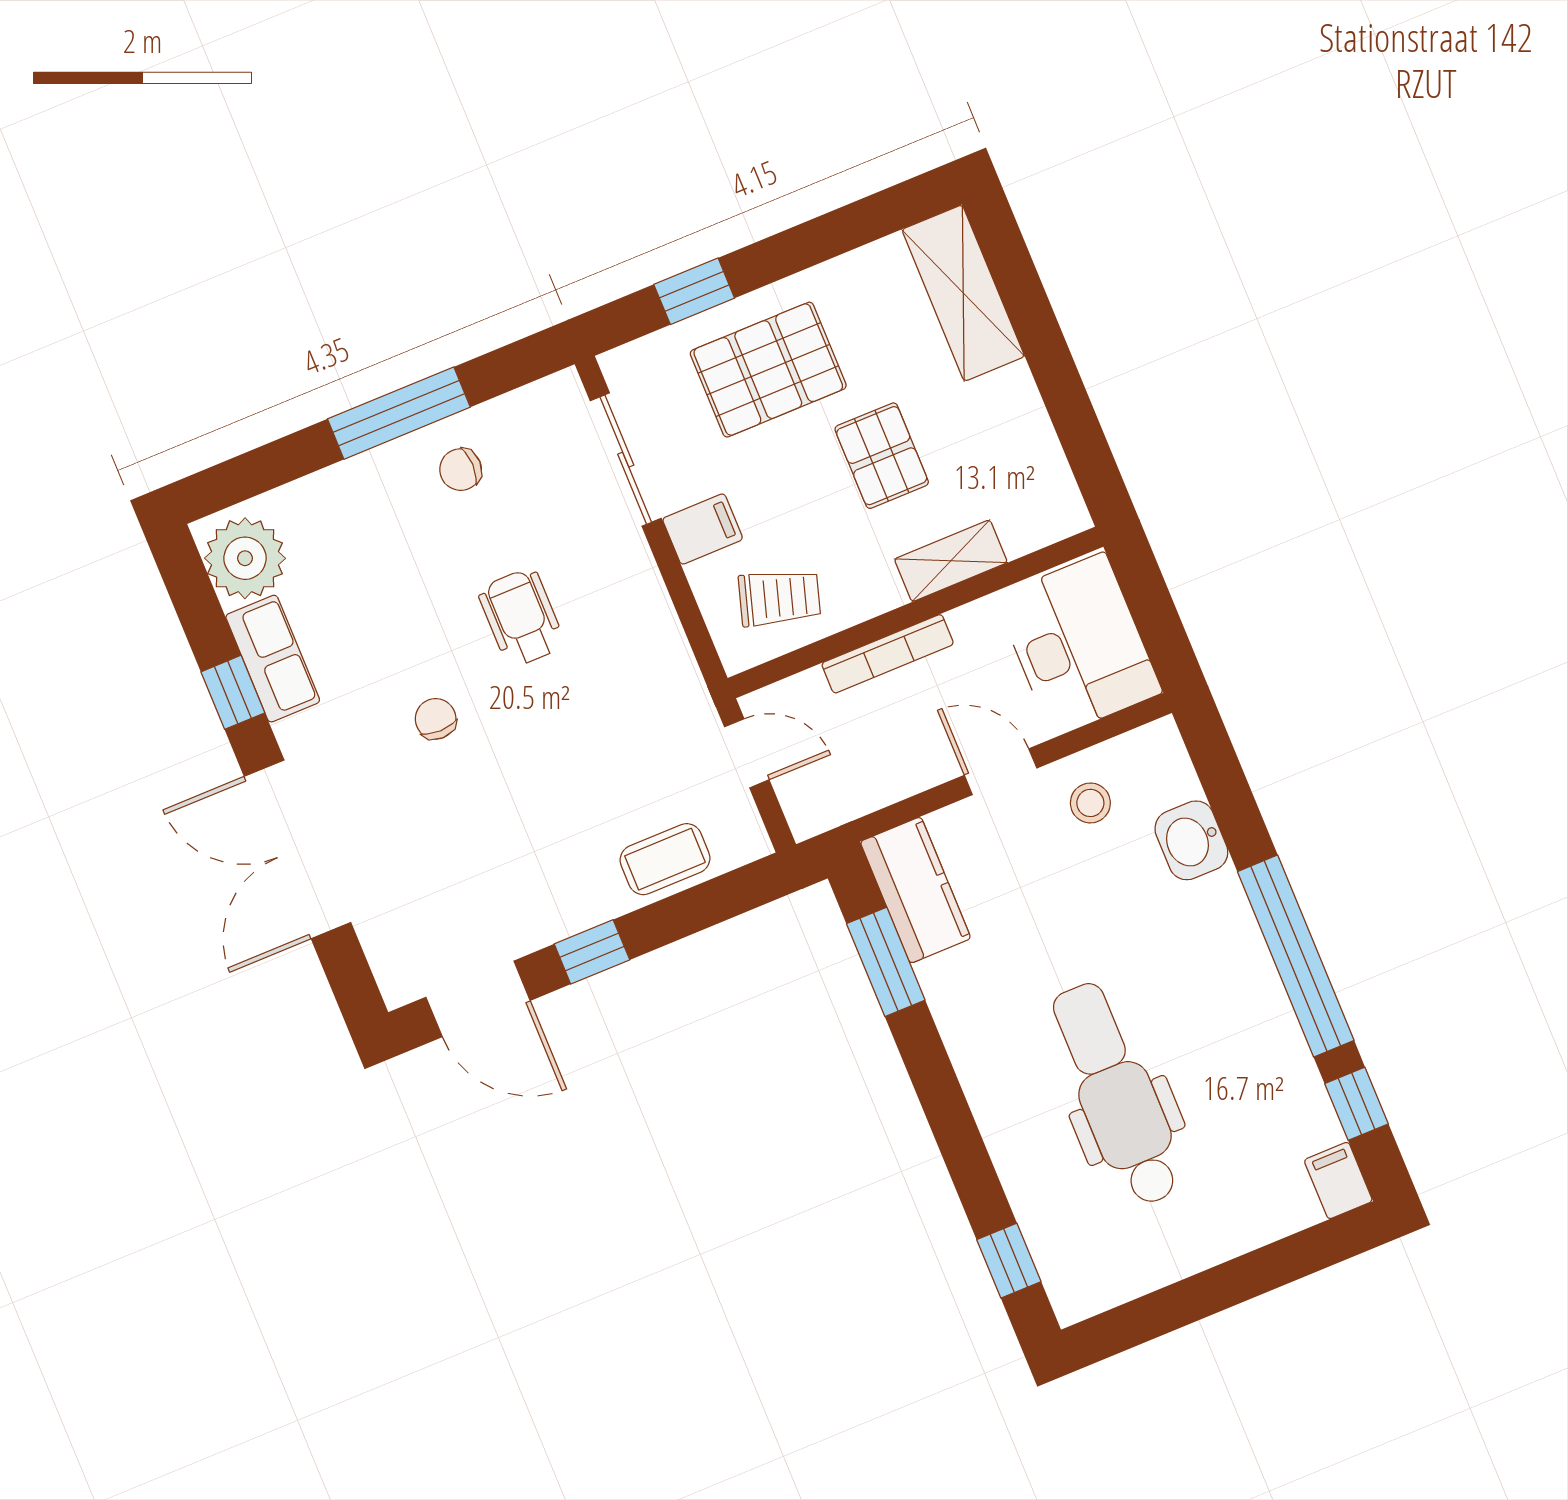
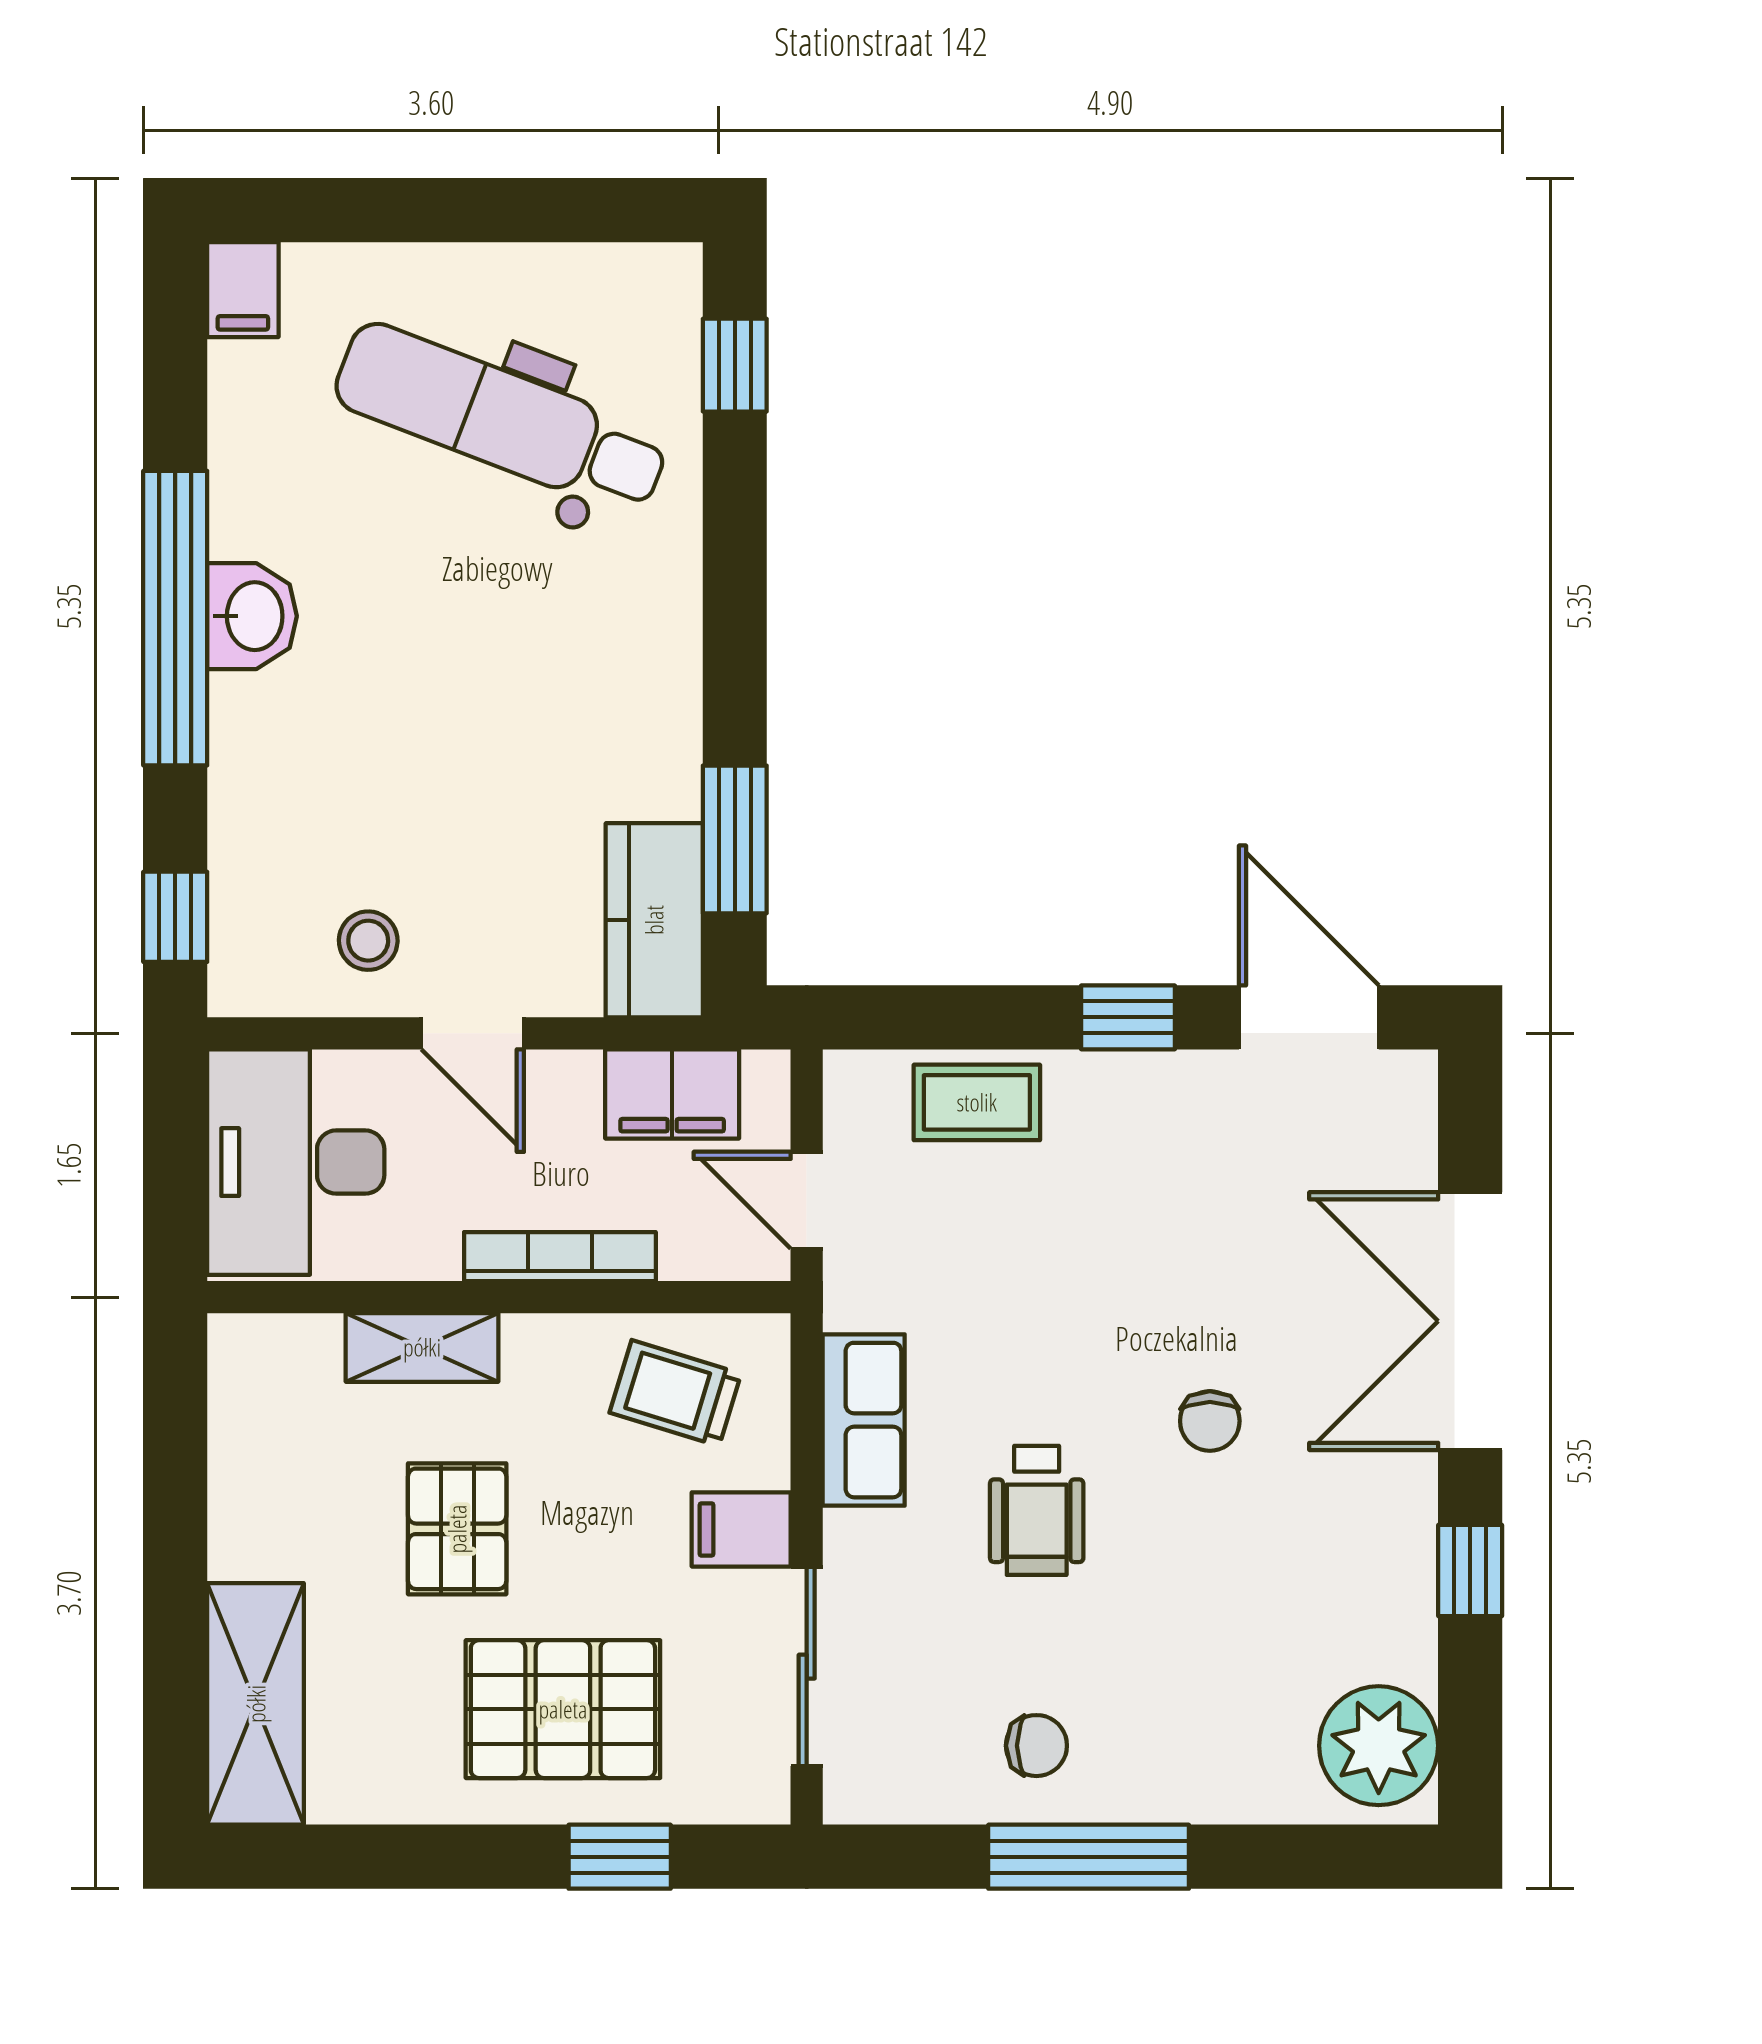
row of seats: (273, 659) -> (864, 1420), moved, turned 180
filing cabinet: (859, 785) -> (672, 1094), added
washbasin: (1191, 840) -> (252, 616), moved
double door: (298, 849) -> (1470, 1321), swing flipped
dental chair: (1116, 1094) -> (501, 419), moved, turned 111
window: (1357, 1104) -> (175, 917), moved

